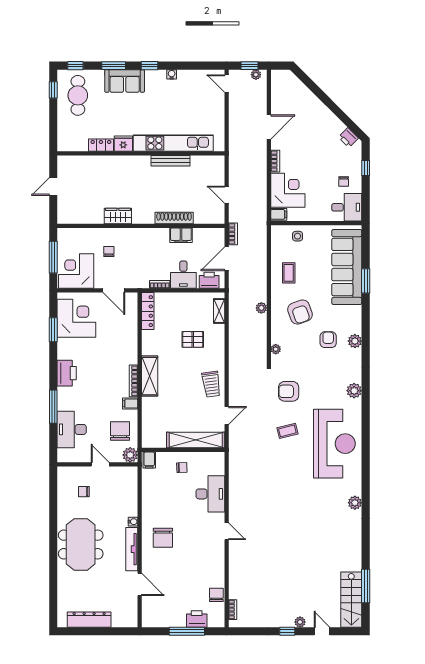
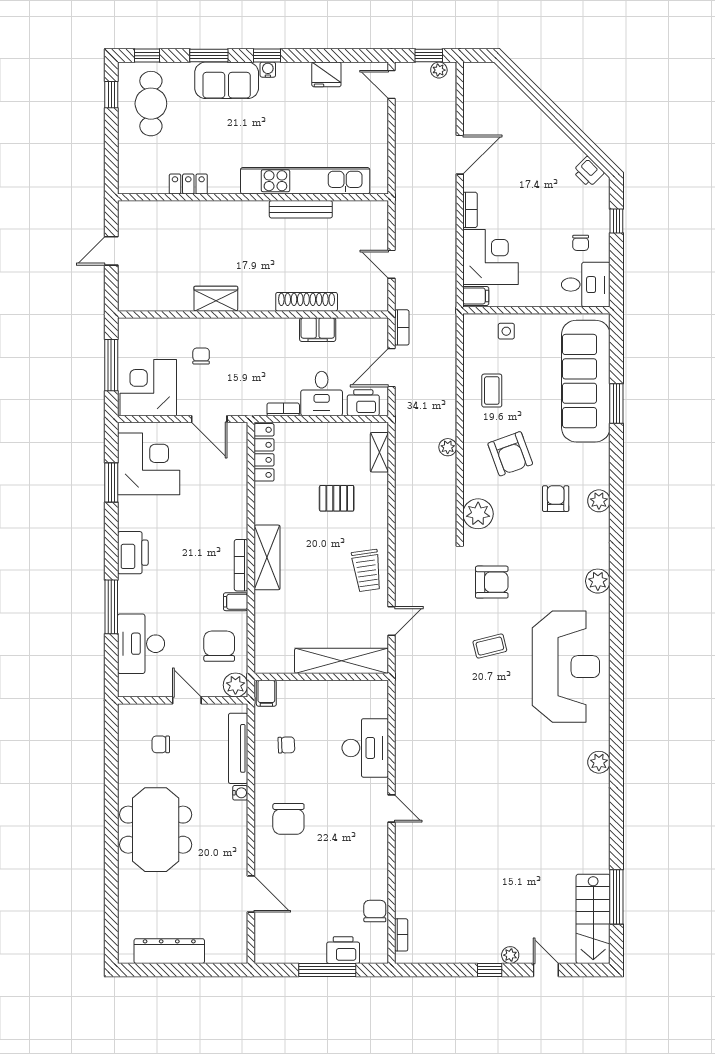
water cooler: (172, 74) -> (268, 70), moved
fridge: (123, 144) -> (326, 74), moved, turned 180
plant: (276, 349) -> (478, 514), width x1.88, depth x1.88
armchair: (289, 391) -> (492, 582), turned 180
chair: (182, 468) -> (286, 745), moved
tv unit: (132, 549) -> (238, 748), moved

